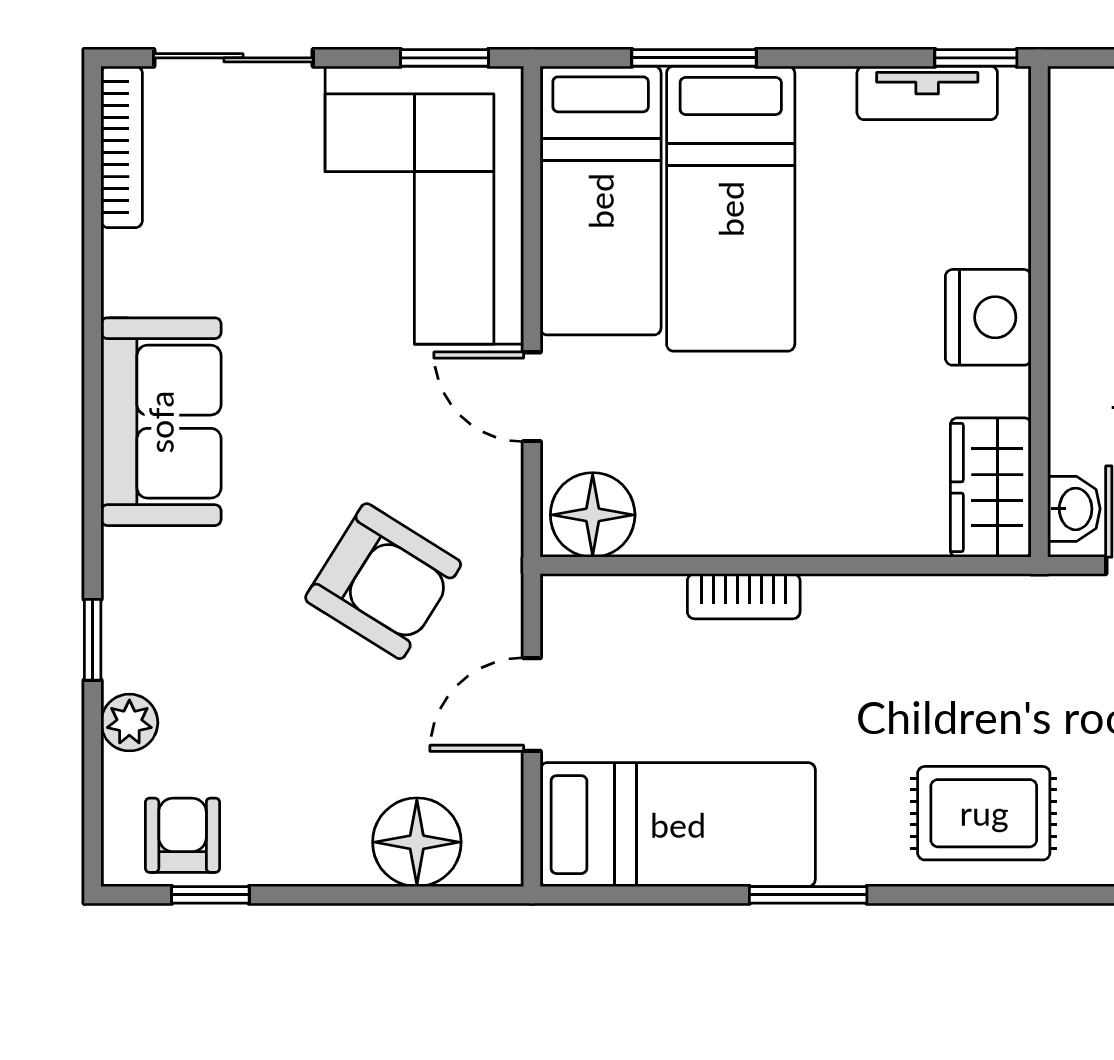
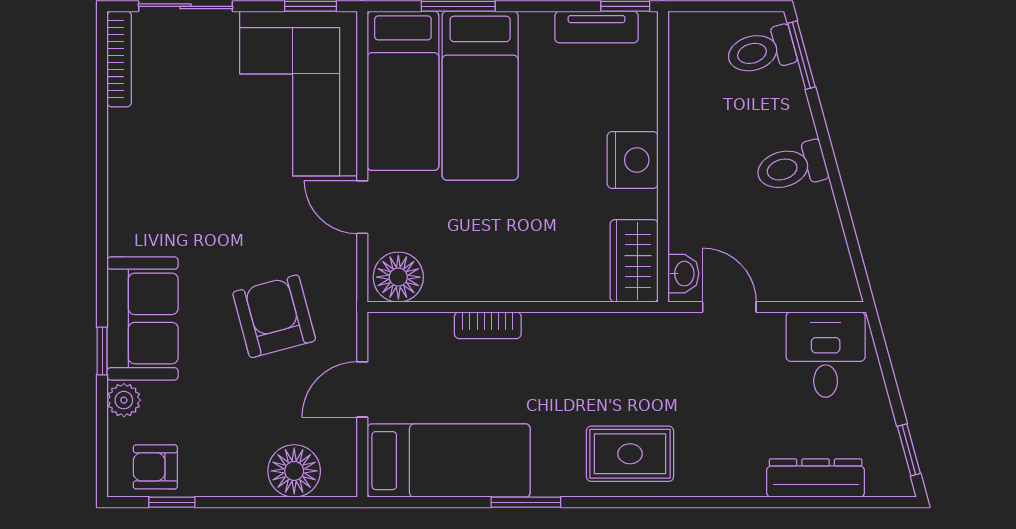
sofa: (161, 422) -> (143, 318), moved
armchair: (383, 581) -> (274, 316), turned -137
armchair: (183, 835) -> (155, 467), turned -90

